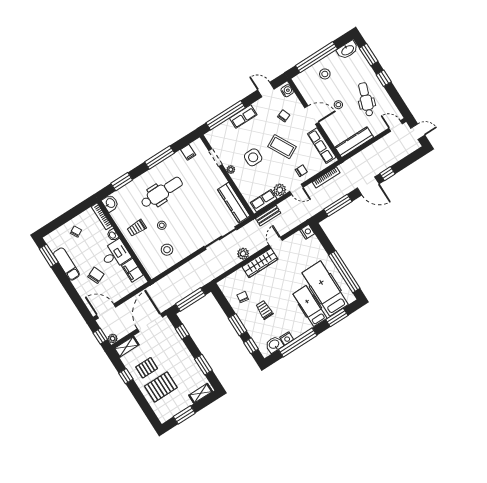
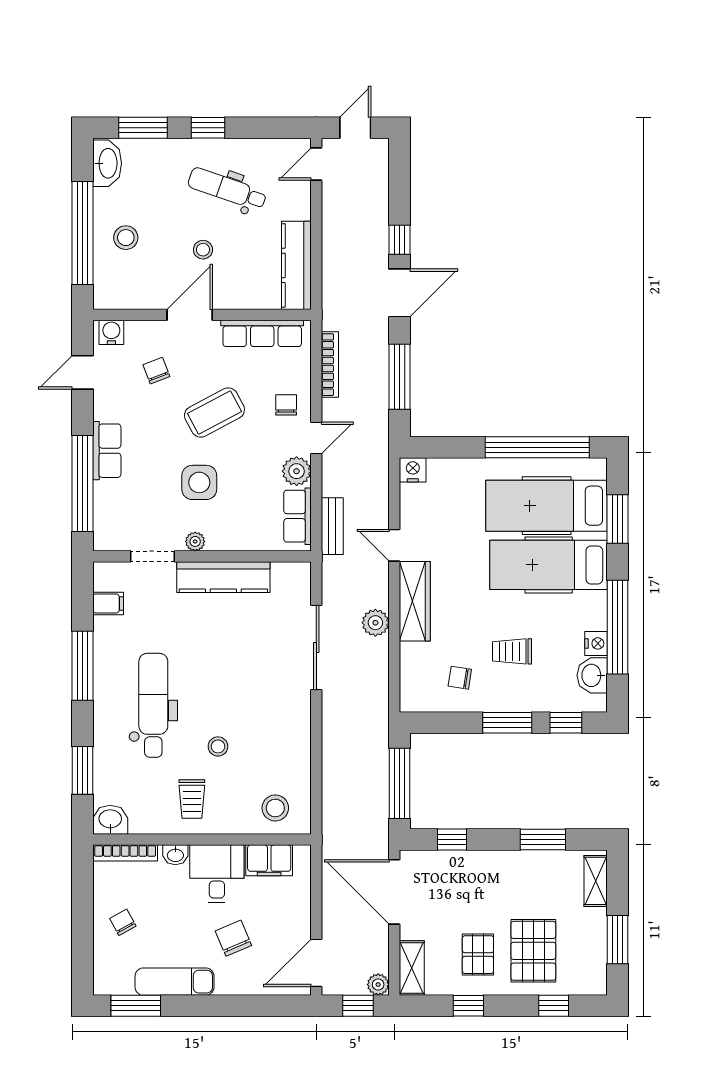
kitchen counter: (234, 203) -> (223, 577), moved
stool: (167, 250) -> (275, 808), moved
hospital bed: (310, 306) -> (549, 565), width x1.37, depth x1.29
window: (146, 407) -> (554, 1006), added

